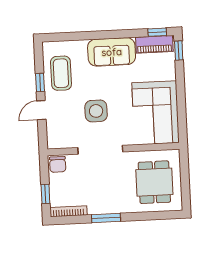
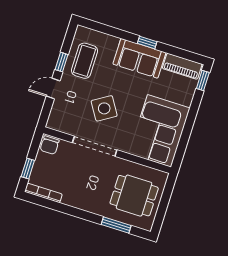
window: (157, 32) -> (147, 42), moved
side table: (96, 111) -> (104, 108), turned -32
dining table: (154, 182) -> (134, 196), turned 90
window: (106, 218) -> (116, 225), moved

